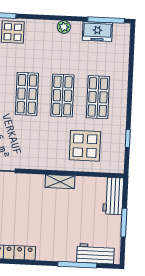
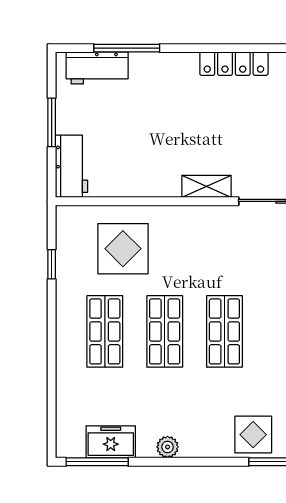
shelving: (60, 182) -> (206, 186), moved

